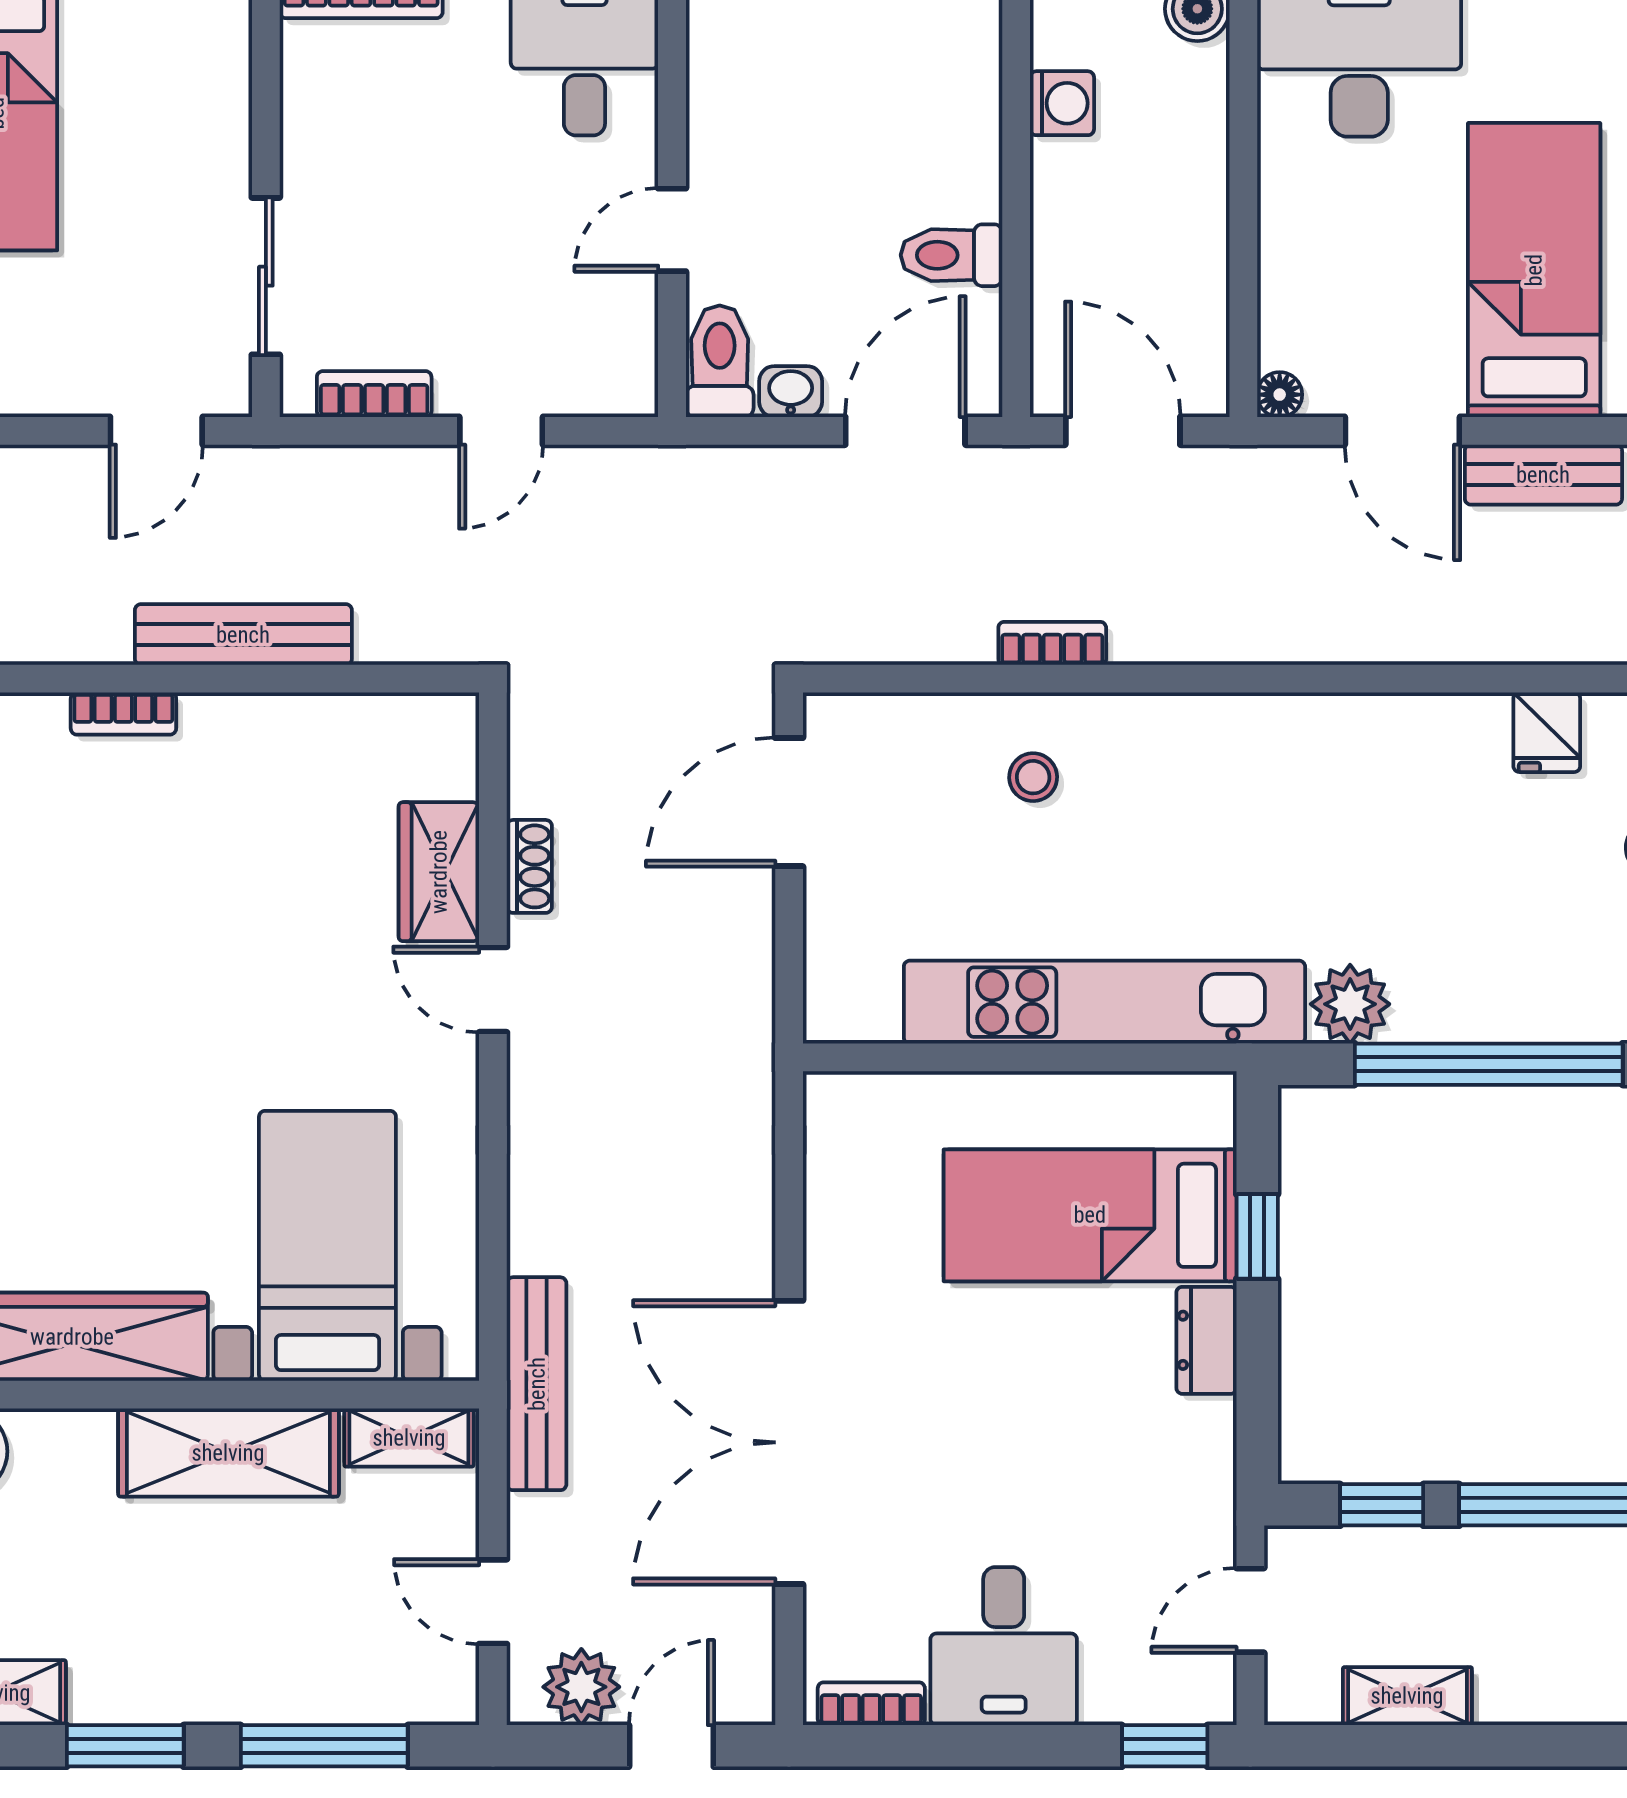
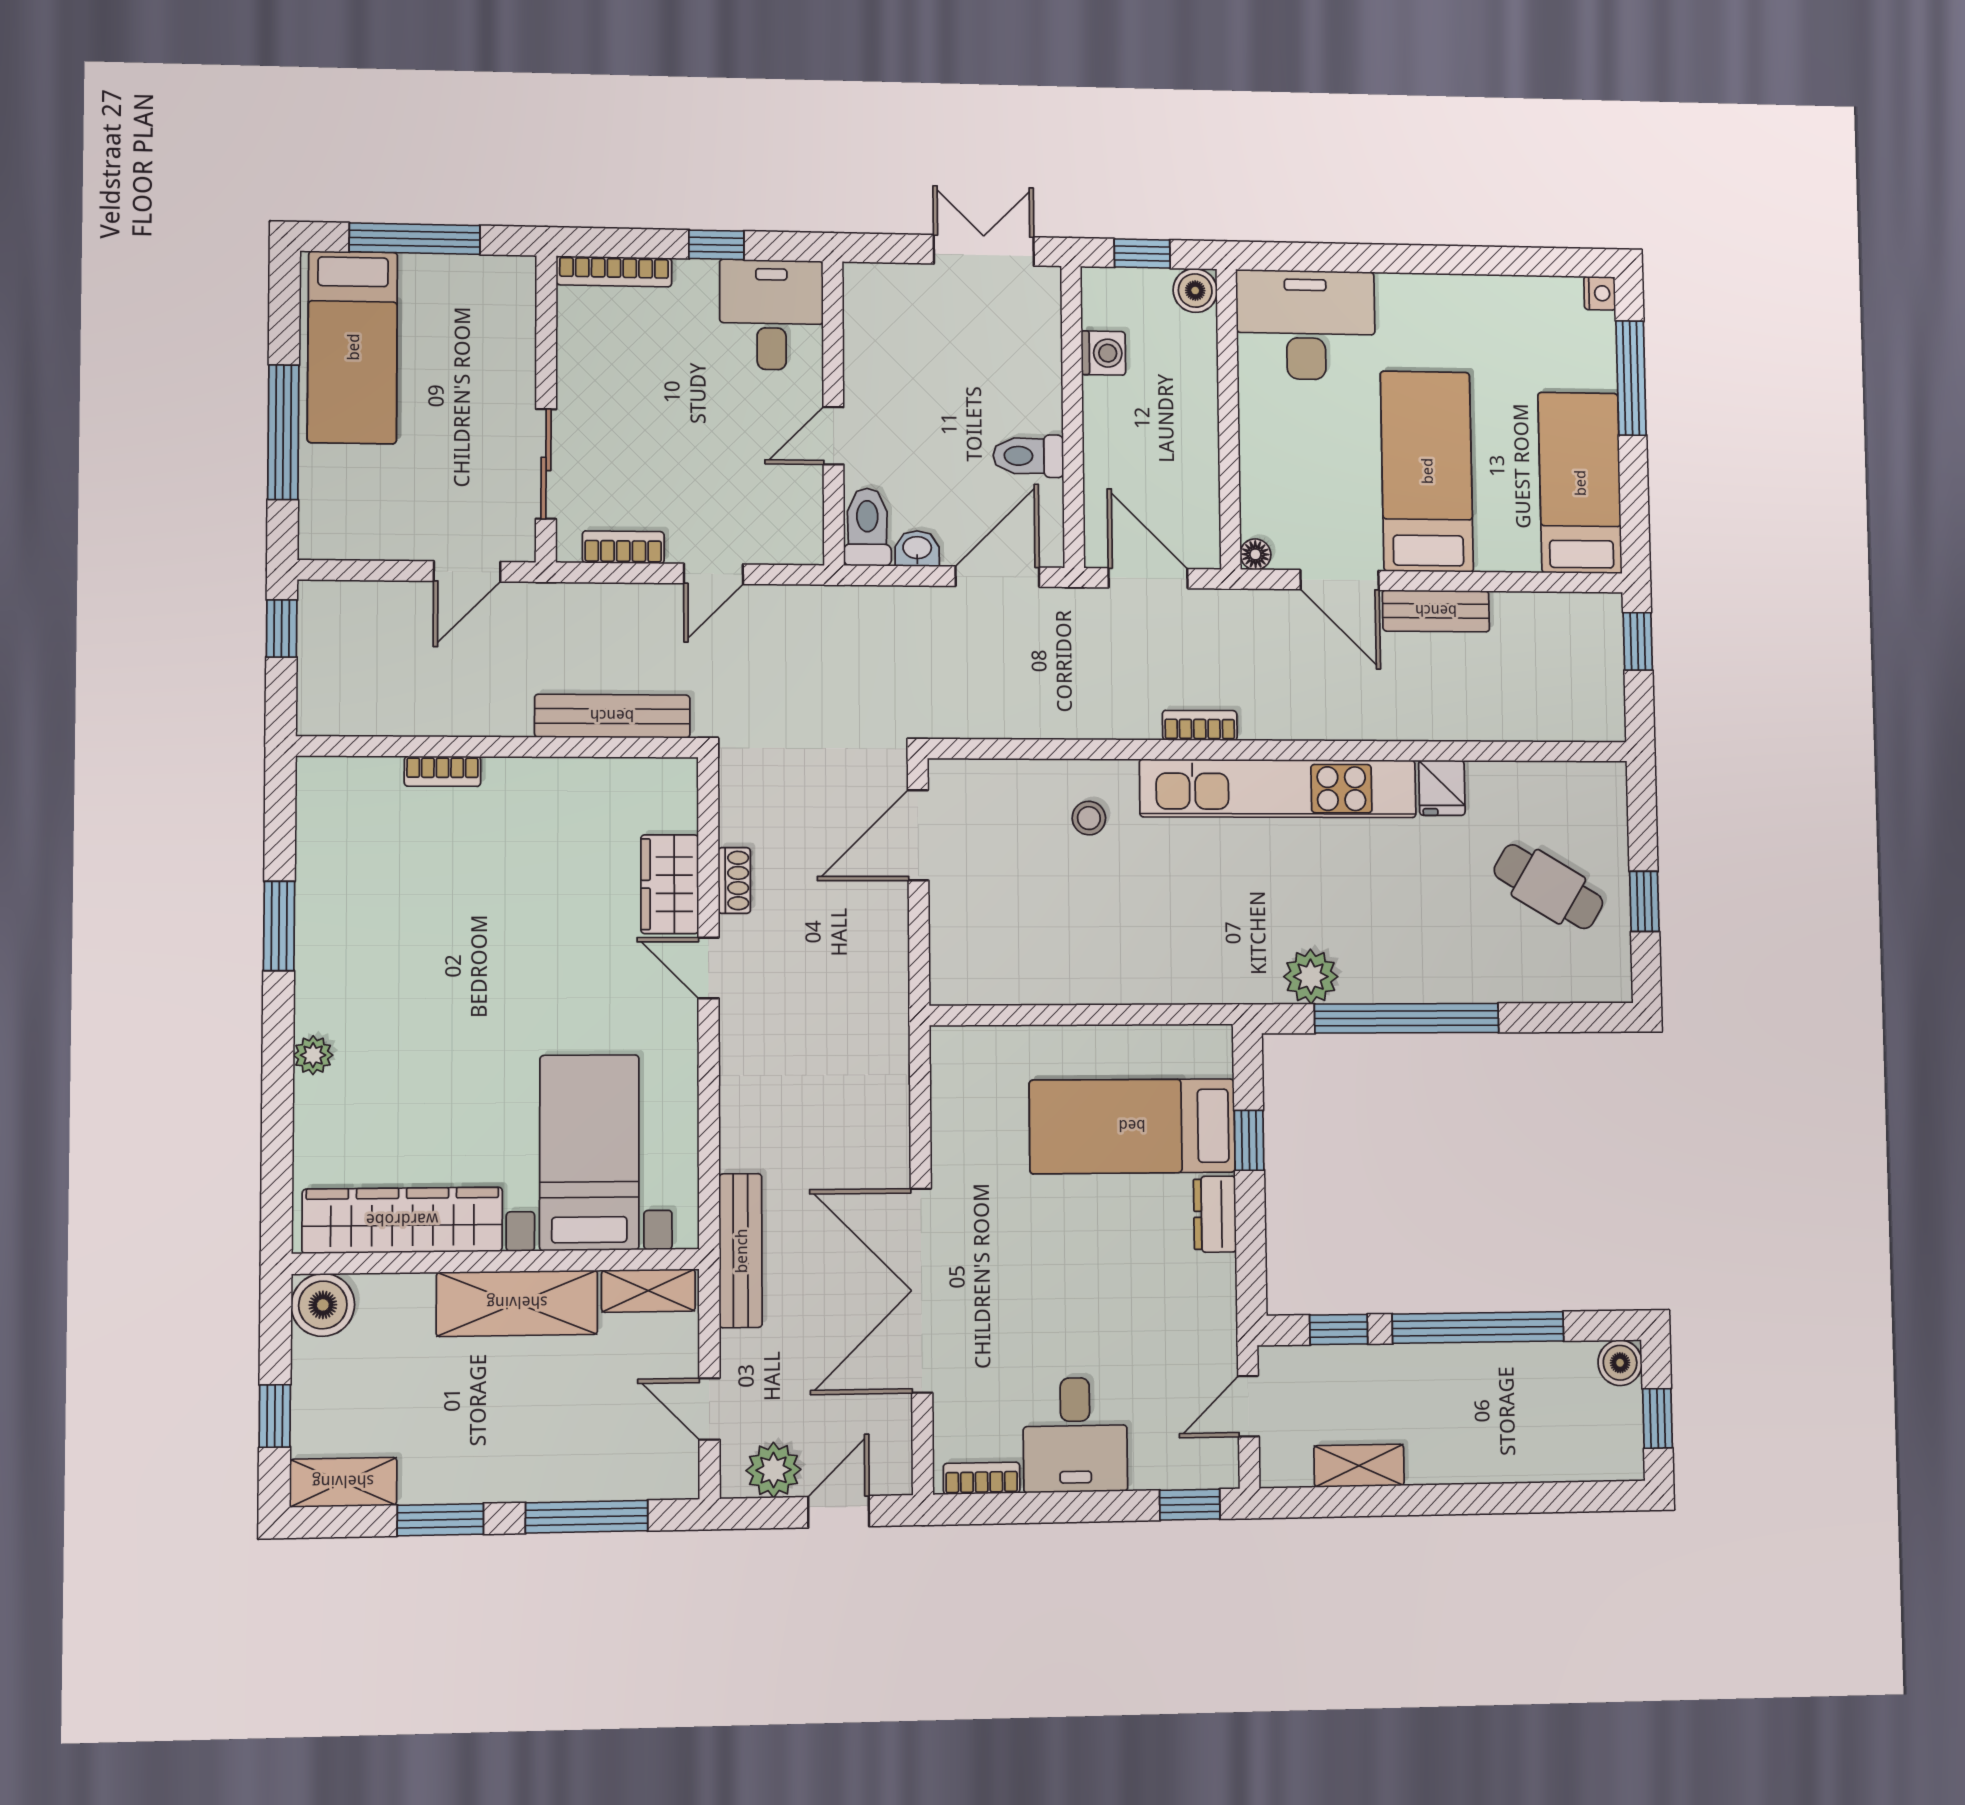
bench: (243, 635) -> (612, 716), moved
bookcase: (1052, 643) -> (1200, 725), moved
kitchen unit: (1104, 1002) -> (1278, 788), moved, turned 180

